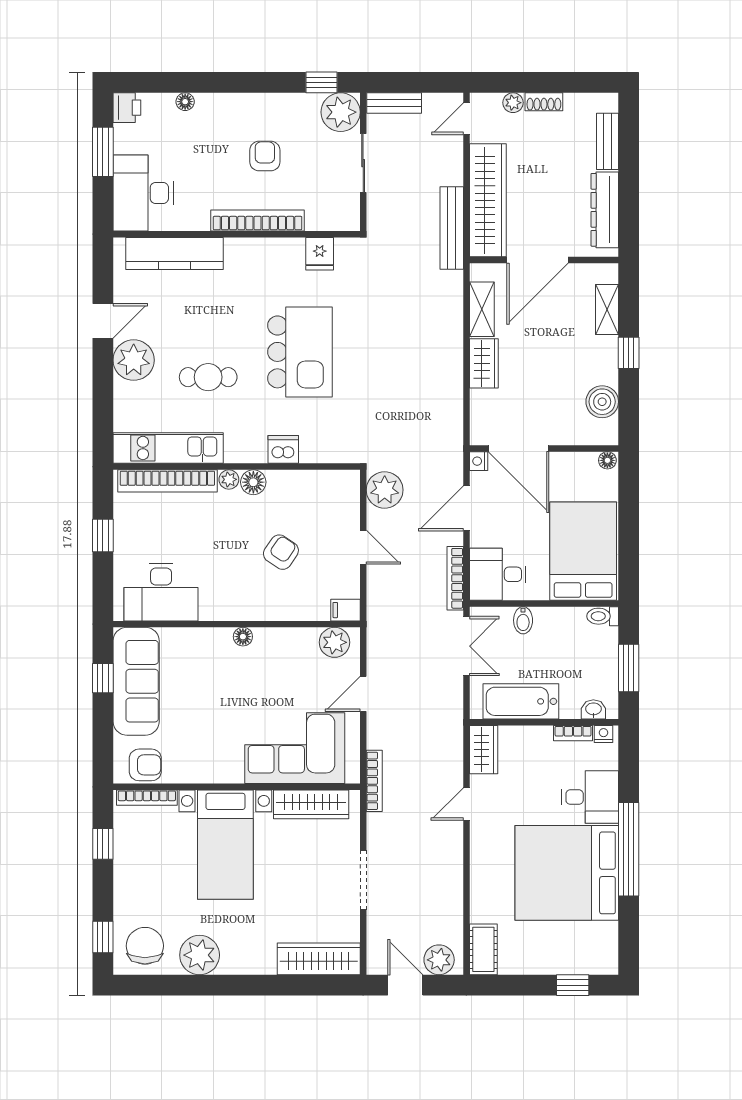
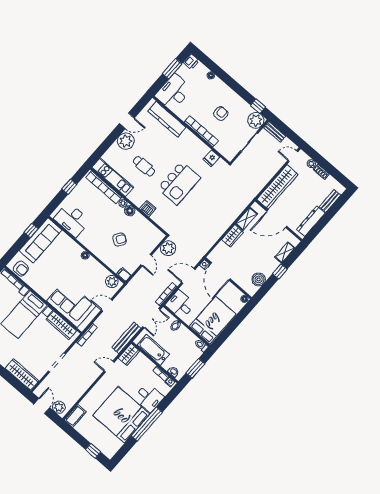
bench: (452, 228) -> (126, 338), moved

